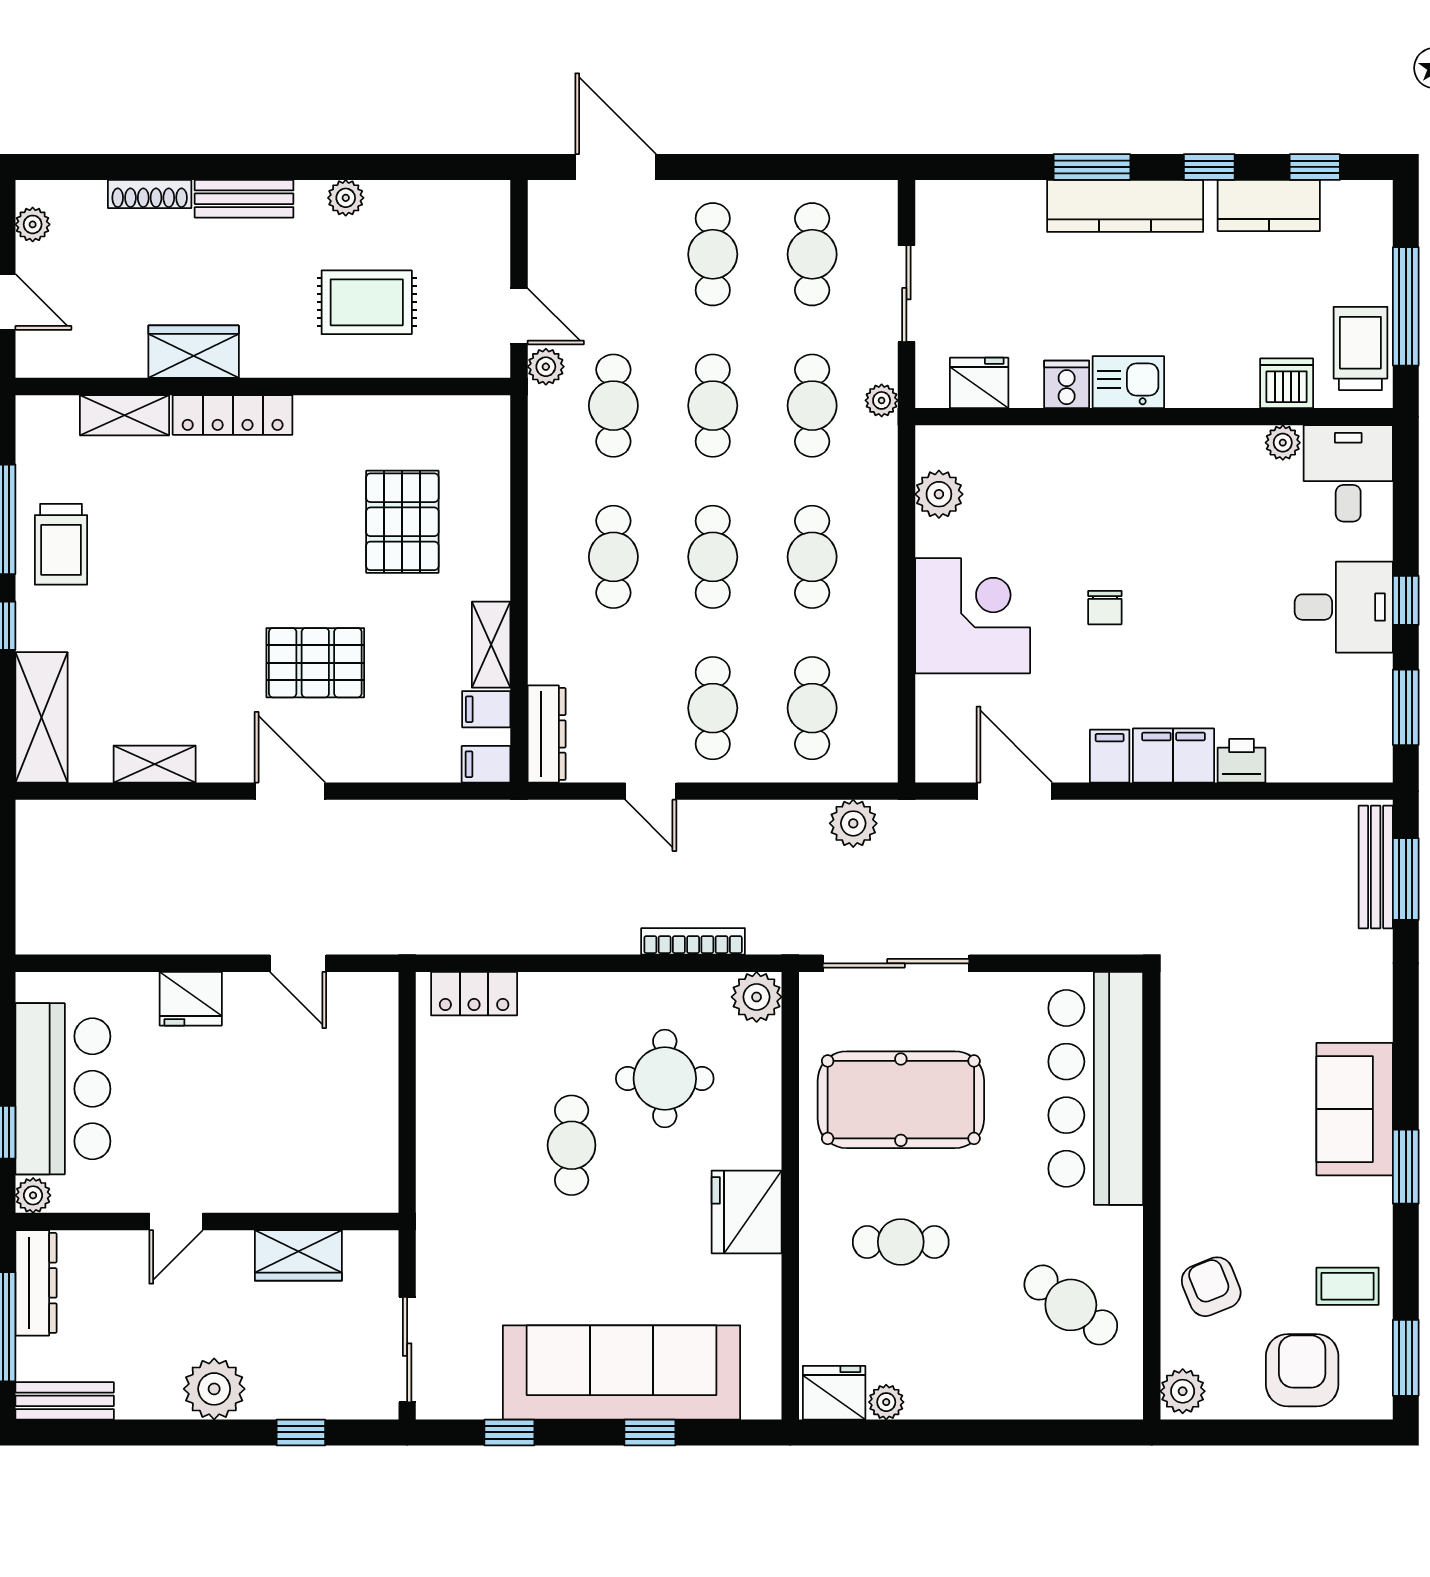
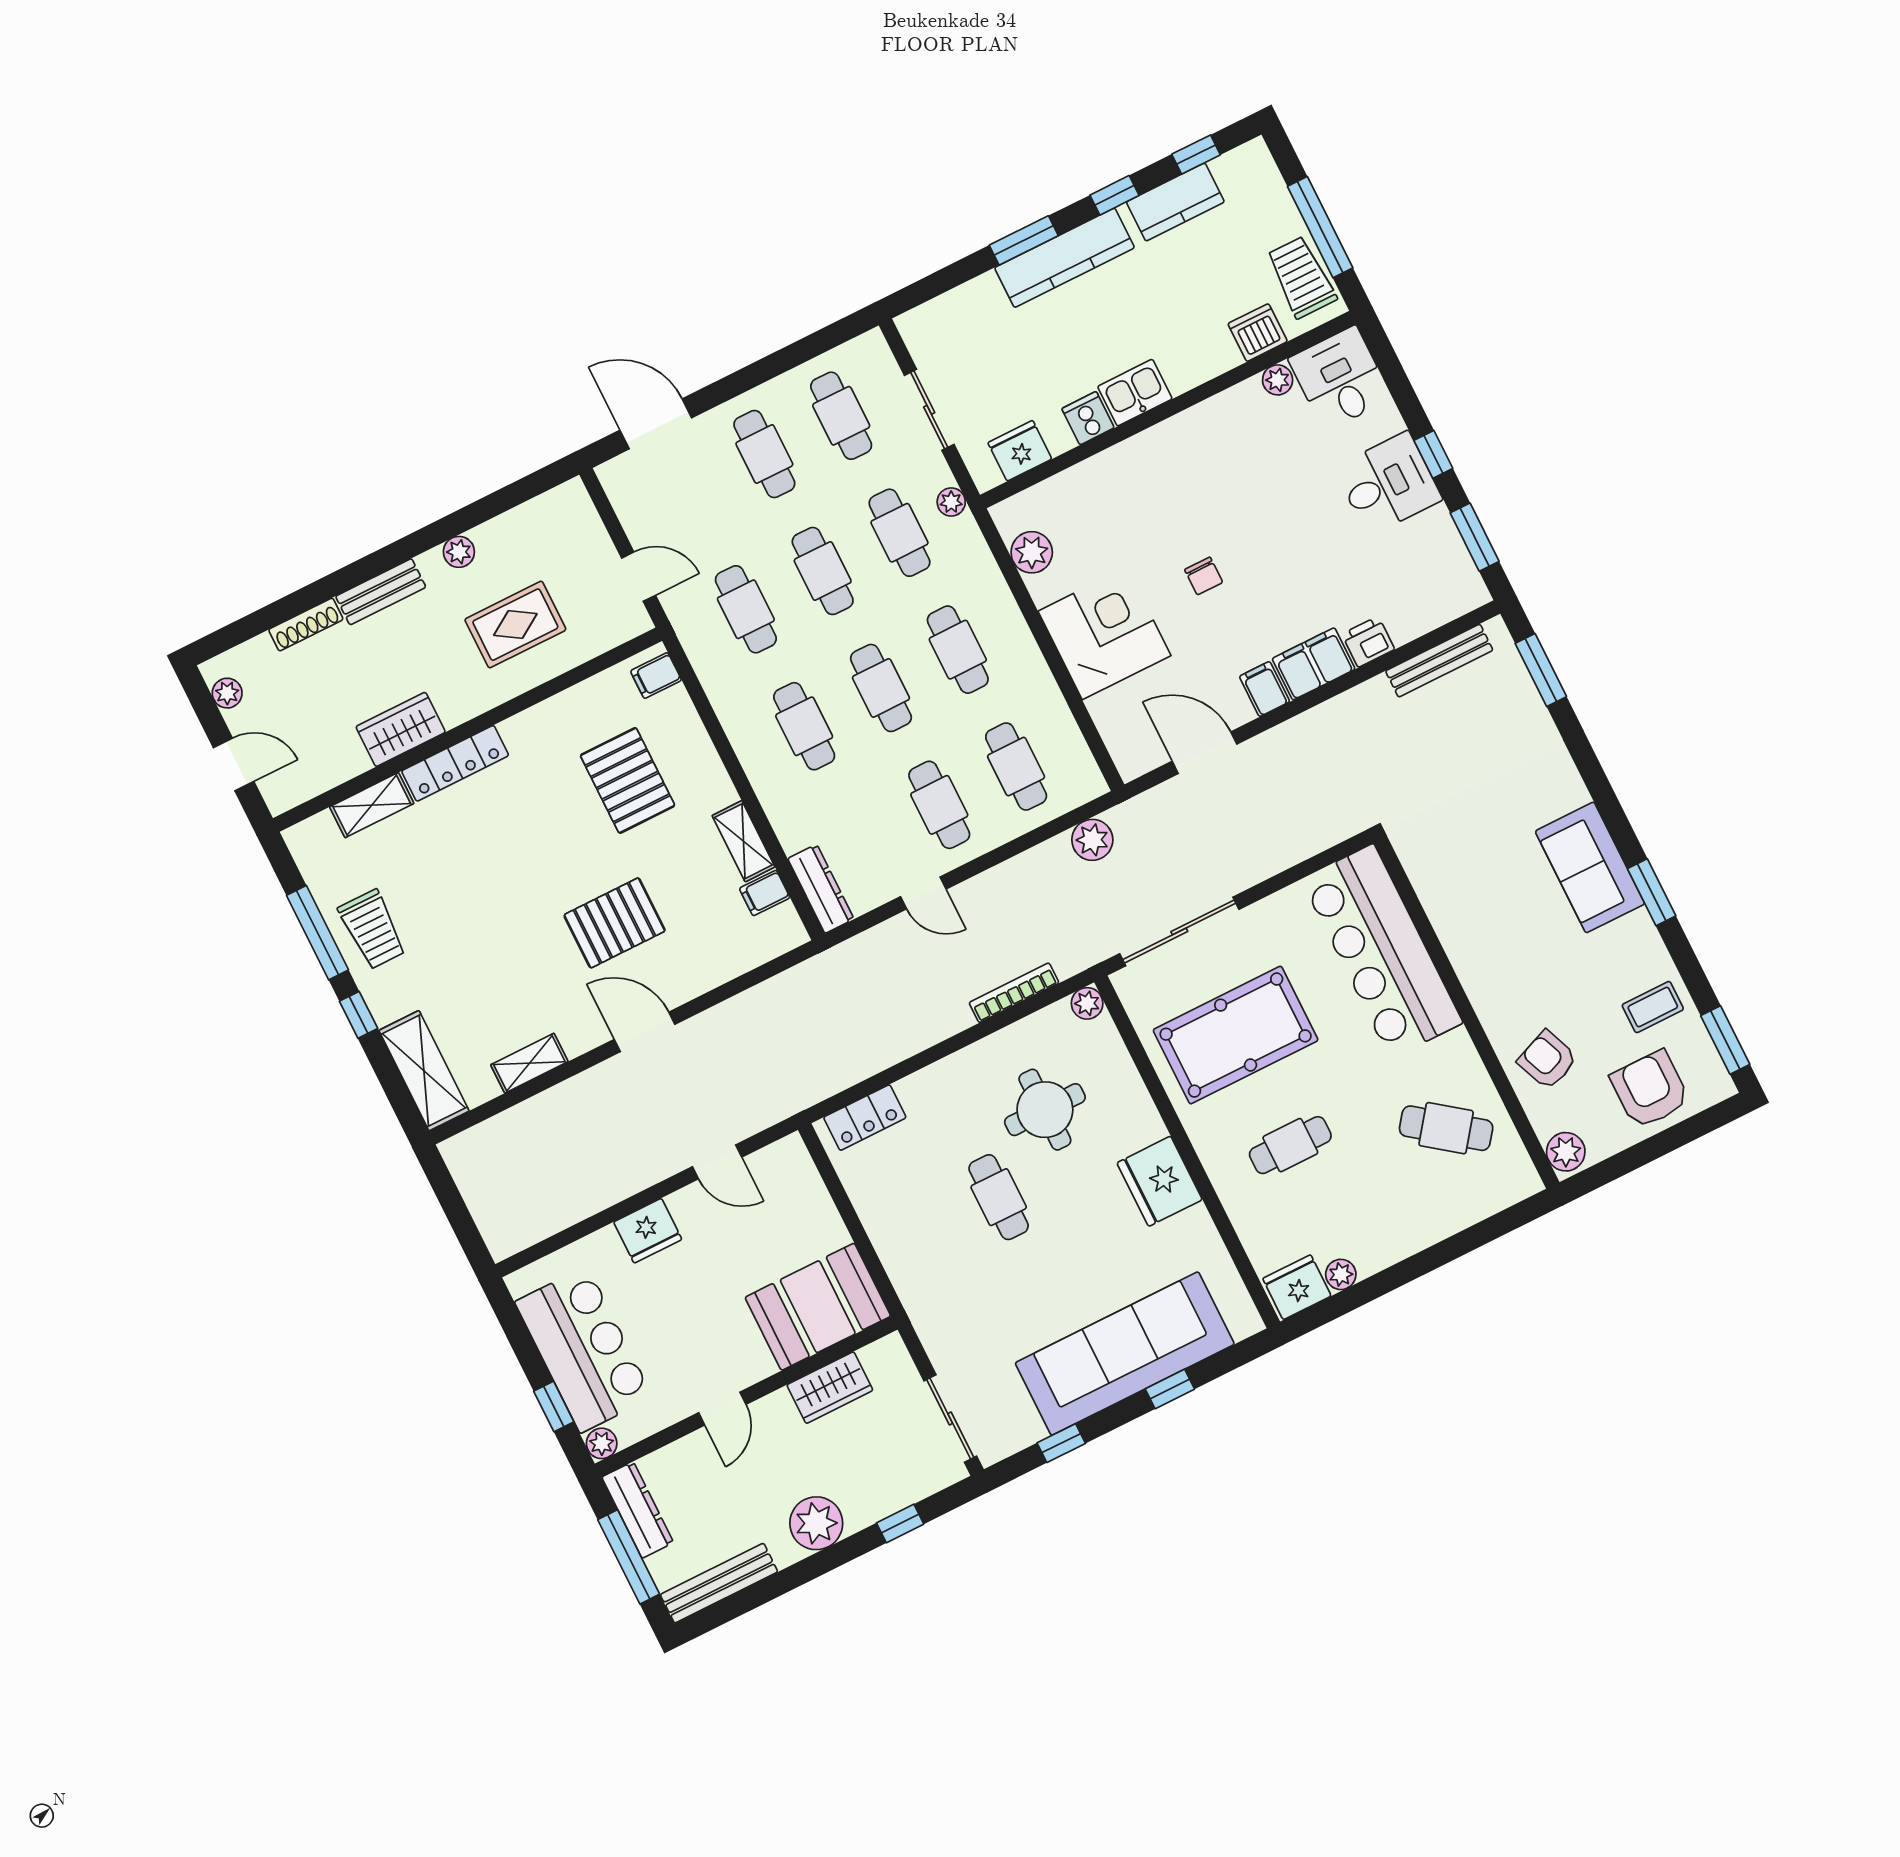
plant: (546, 367) -> (679, 605), removed
filing cabinet: (486, 764) -> (656, 676), moved
bench: (1376, 867) -> (1439, 661), moved, turned 90
plant: (757, 997) -> (1087, 1003), width x0.73, depth x0.73
booth: (328, 1165) -> (818, 1307), added
bench: (65, 1401) -> (719, 1583), width x1.36

